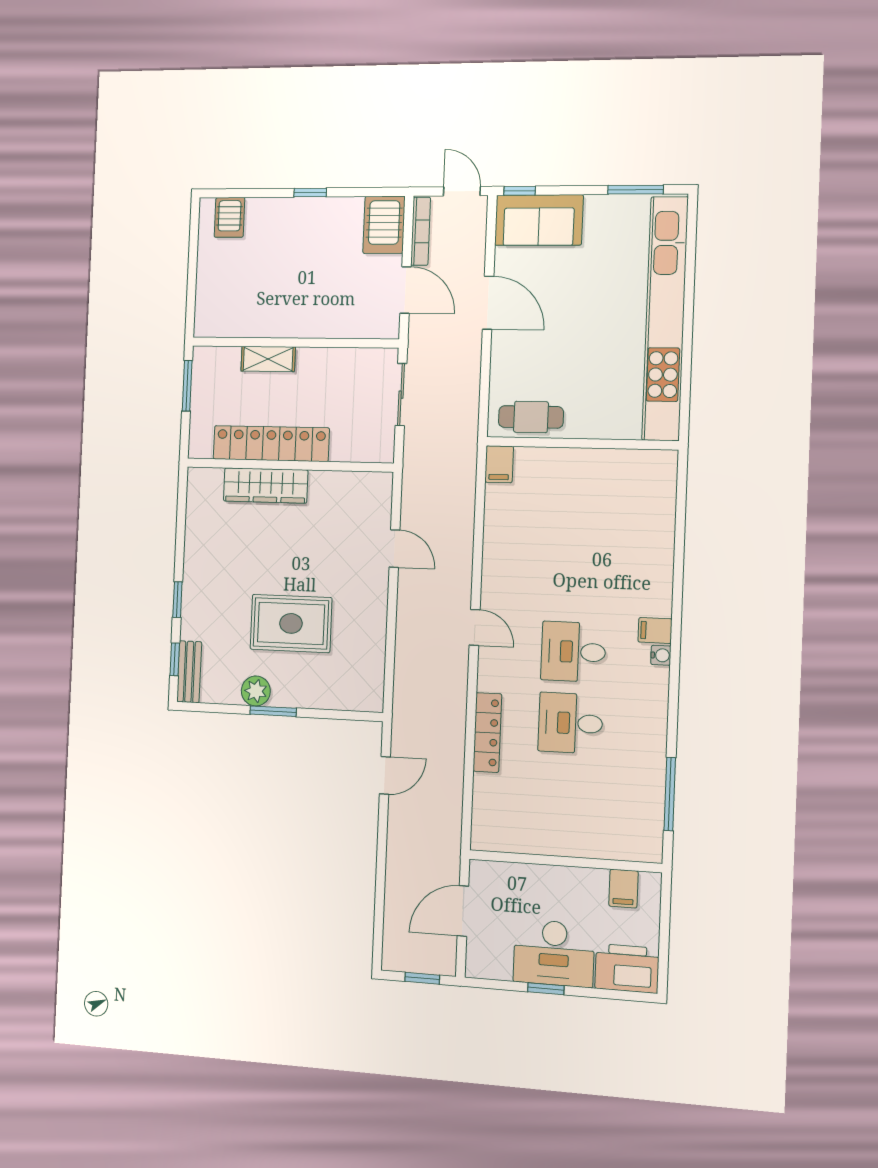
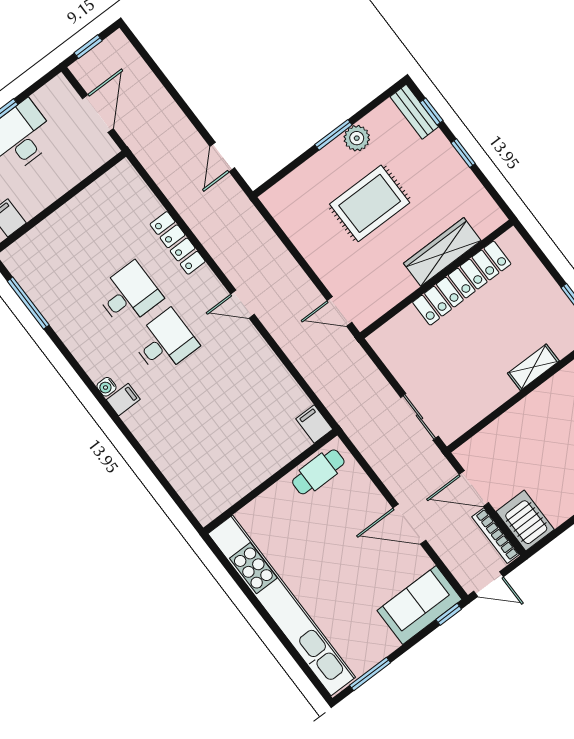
locker: (271, 444) -> (462, 283), moved
wall: (289, 465) -> (437, 279), moved
wardrobe: (266, 486) -> (442, 252), moved

